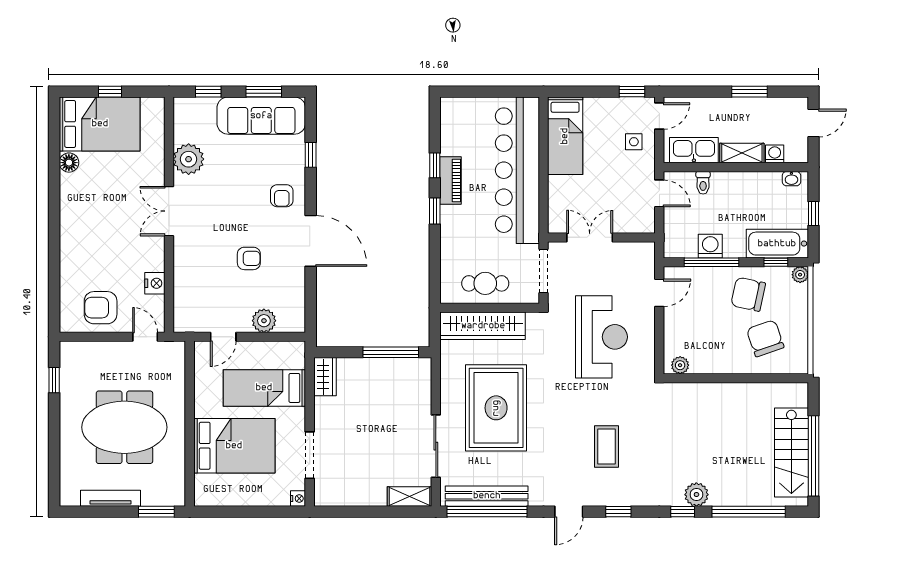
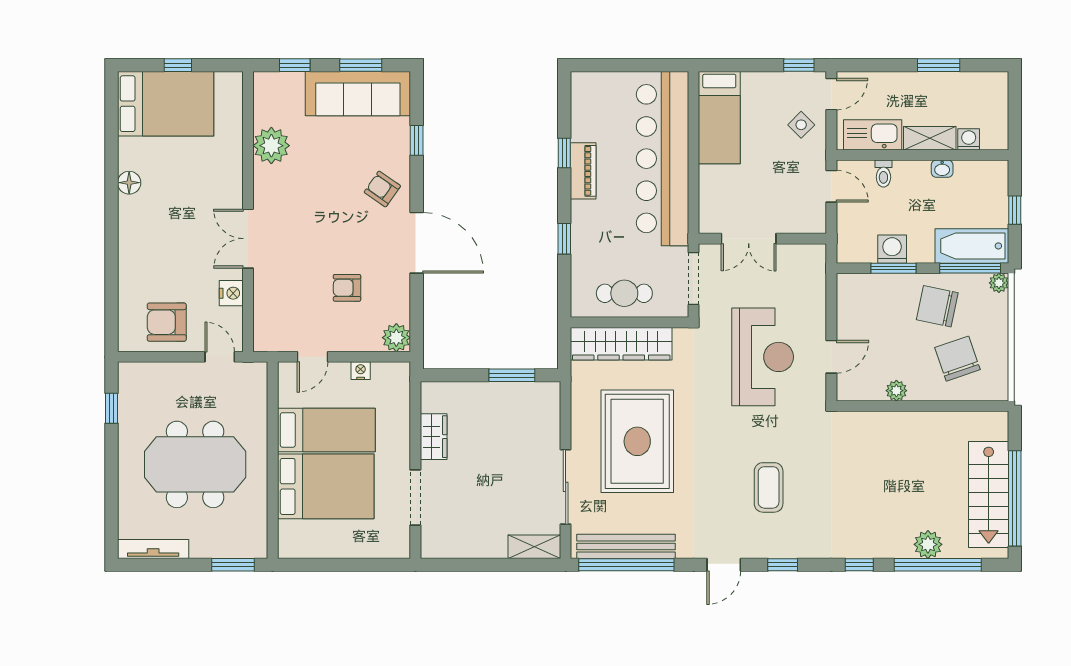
door: (813, 123) -> (1015, 103), removed
side table: (634, 142) -> (801, 125), turned 45
floor lamp: (69, 163) -> (129, 183), moved
washbasin: (791, 179) -> (942, 169), moved
armchair: (282, 196) -> (382, 189), turned 125
double door: (169, 211) -> (248, 239), moved
window: (435, 211) -> (564, 239), moved
double door: (590, 237) -> (749, 239), swing flipped
armchair: (249, 258) -> (347, 288), moved, turned 180
window: (712, 262) -> (894, 268), width x0.69
window: (776, 262) -> (970, 268), width x2.17
door: (659, 293) -> (831, 357), moved
plant: (264, 321) -> (396, 338), moved
window: (391, 352) -> (512, 375), width x0.69
plant: (680, 365) -> (896, 391), moved
wardrobe: (325, 377) -> (434, 437), moved
bed: (264, 388) -> (326, 430), moved, turned 180
plant: (696, 495) -> (928, 544), moved
tv unit: (111, 498) -> (153, 549), moved
nightstand: (298, 499) -> (361, 371), moved, turned -90

